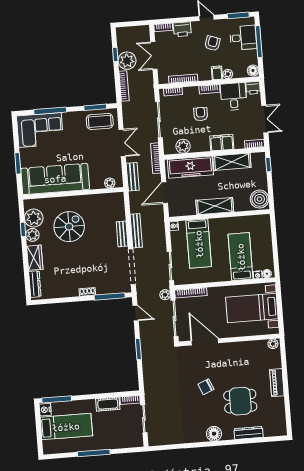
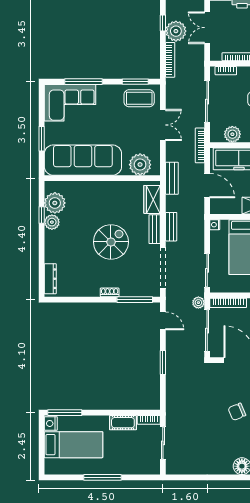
bench: (133, 177) -> (172, 178), moved
plant: (110, 183) -> (140, 165), width x1.87, depth x1.87
door: (165, 193) -> (207, 186), swing flipped
spiral stairs: (69, 227) -> (111, 242), moved
bench: (136, 231) -> (171, 227), width x0.73
wardrobe: (35, 258) -> (152, 199), moved, turned 180

